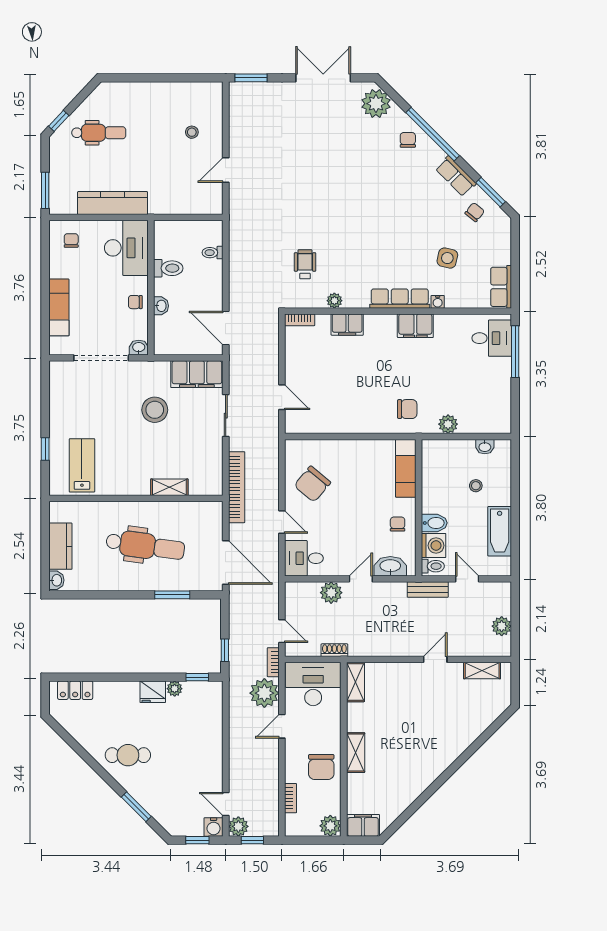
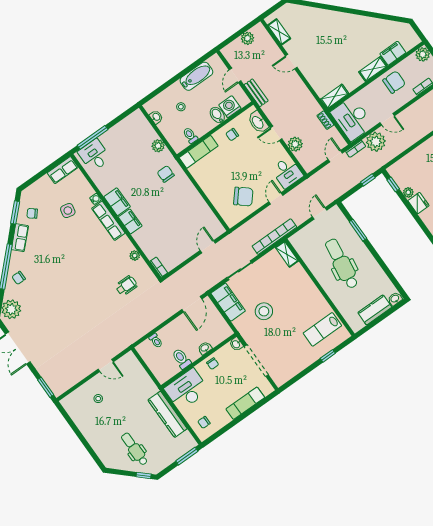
wheelchair: (305, 264) -> (126, 286), turned 180
filing cabinet: (347, 325) -> (130, 221), moved
shelving: (169, 487) -> (287, 254), moved
door: (226, 562) -> (320, 213), width x0.53
toilet: (433, 566) -> (190, 135), moved
filing cabinet: (363, 825) -> (393, 53), moved, turned 90

